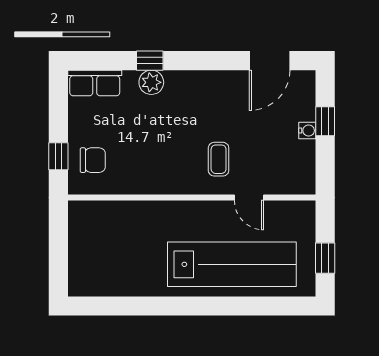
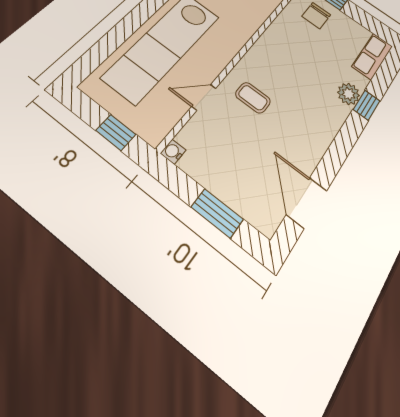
window: (325, 121) -> (217, 213), width x1.50
water cooler: (307, 131) -> (173, 152), moved, turned 90
window: (325, 258) -> (116, 132), moved

